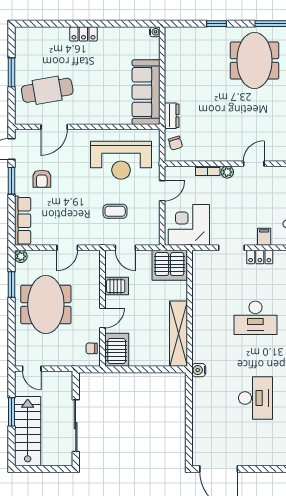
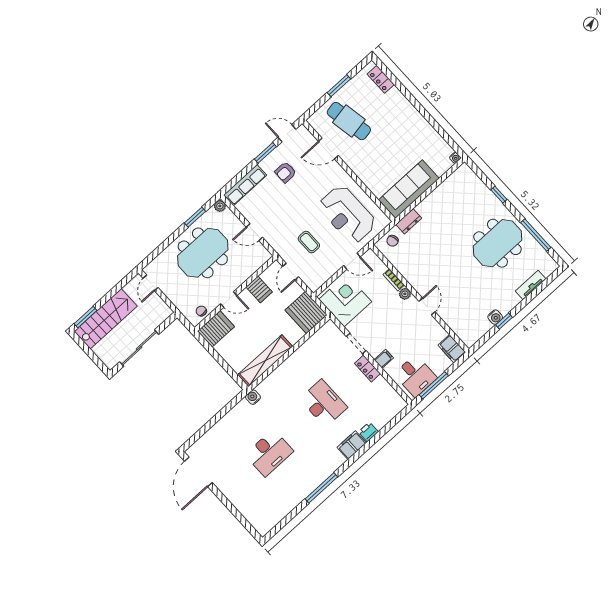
locker: (83, 34) -> (381, 79), moved
door: (254, 164) -> (427, 307), hinge flipped
desk: (255, 318) -> (324, 403), turned 180
window: (11, 412) -> (86, 317), moved

